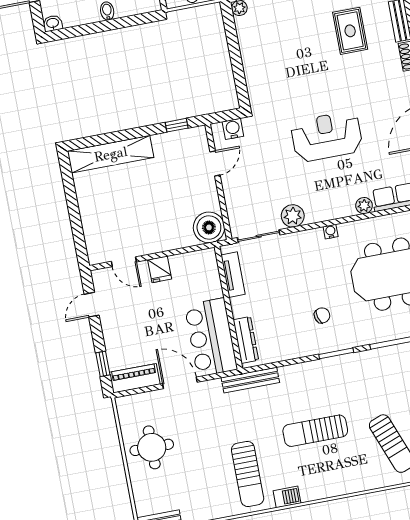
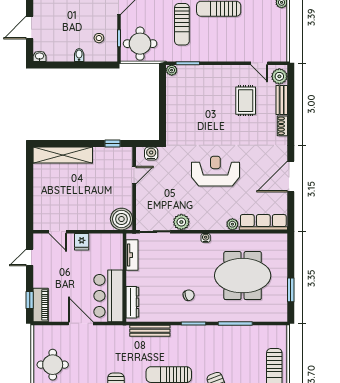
piano: (135, 378) -> (41, 305), moved, turned 90
bench: (250, 380) -> (150, 331), moved

